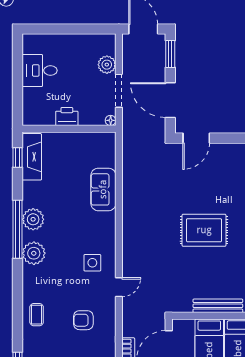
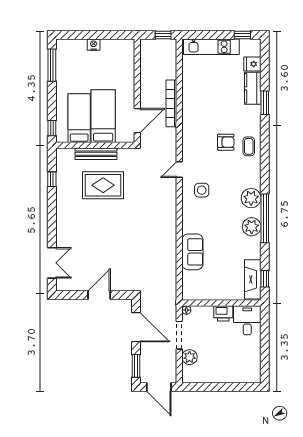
desk: (40, 70) -> (247, 320), moved, turned -90
door: (196, 138) -> (99, 295), moved
rug: (204, 230) -> (103, 185), moved
armchair: (83, 320) -> (226, 142), moved

